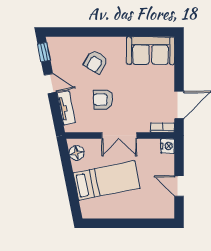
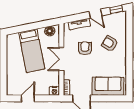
sofa: (150, 51) -> (108, 86), moved, turned 90
door: (50, 83) -> (96, 14), hinge flipped

